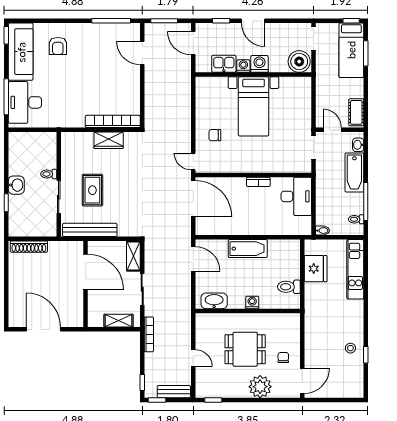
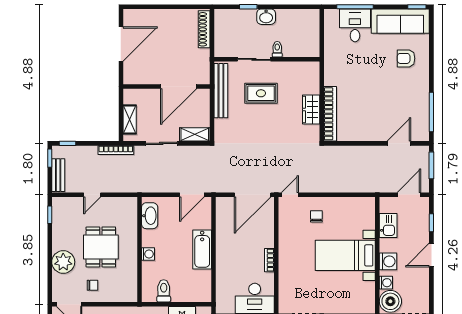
washing machine: (243, 66) -> (386, 283), moved
desk: (25, 102) -> (355, 25), width x0.73

